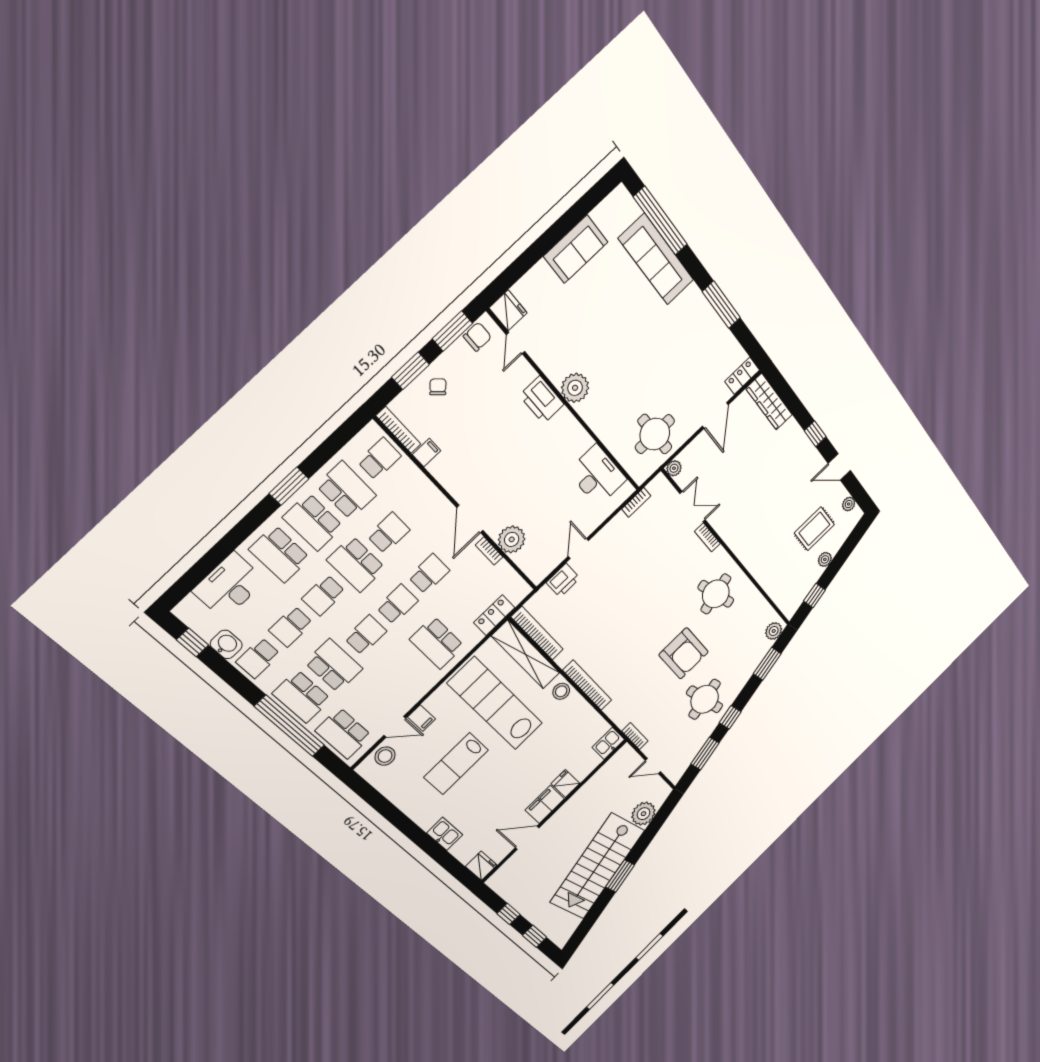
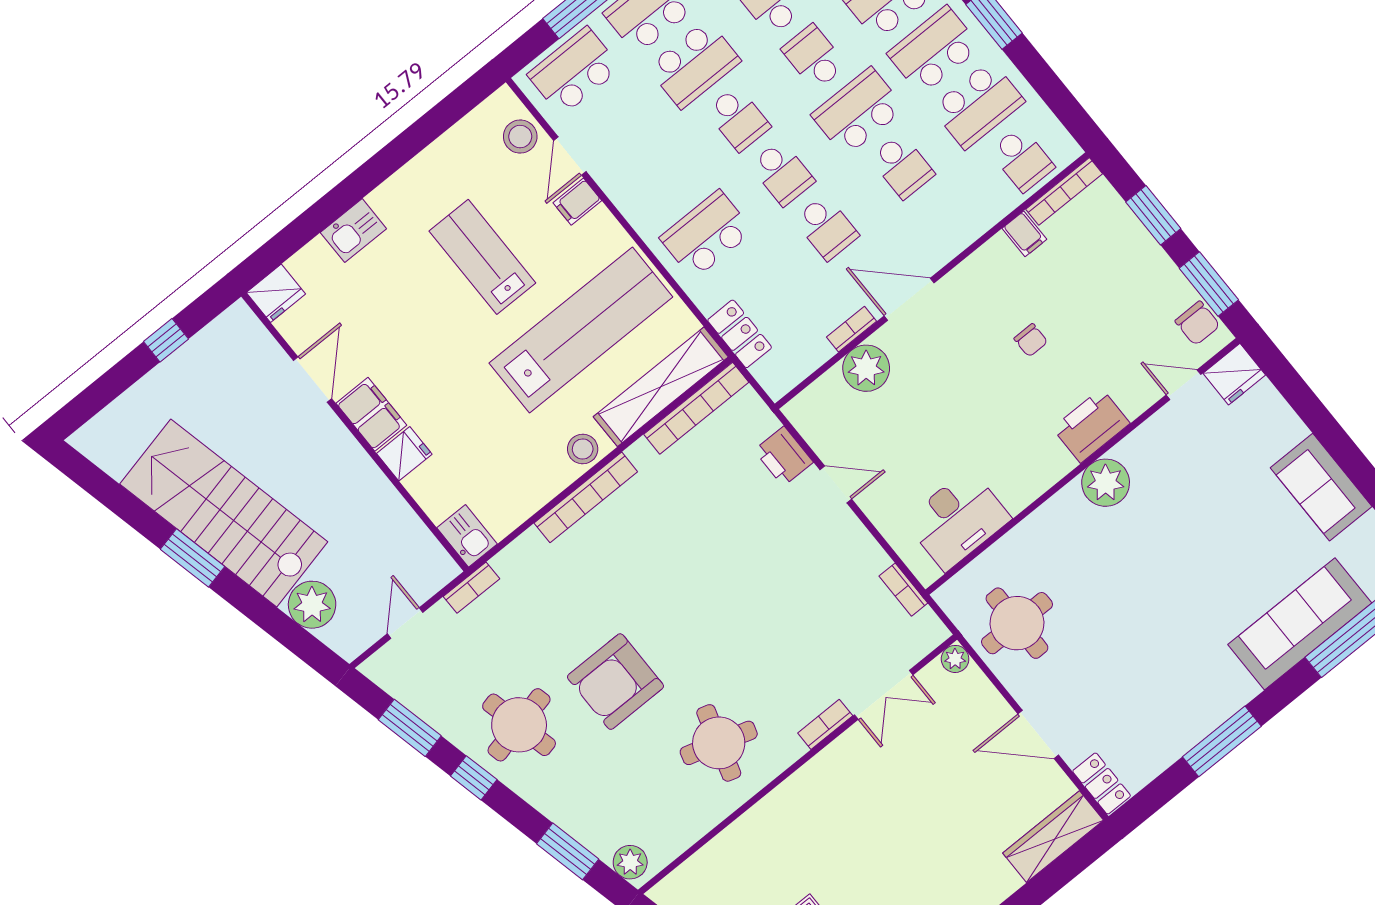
chair: (438, 387) -> (1031, 340), moved, turned 47
round table: (716, 594) -> (719, 743), turned 32
window: (535, 936) -> (107, 388), removed

